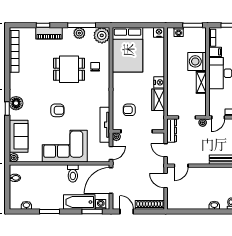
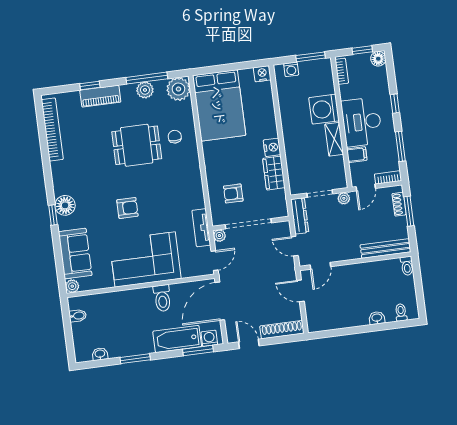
filing cabinet: (215, 52) -> (357, 155), moved
tv unit: (105, 125) -> (201, 228), width x0.71

